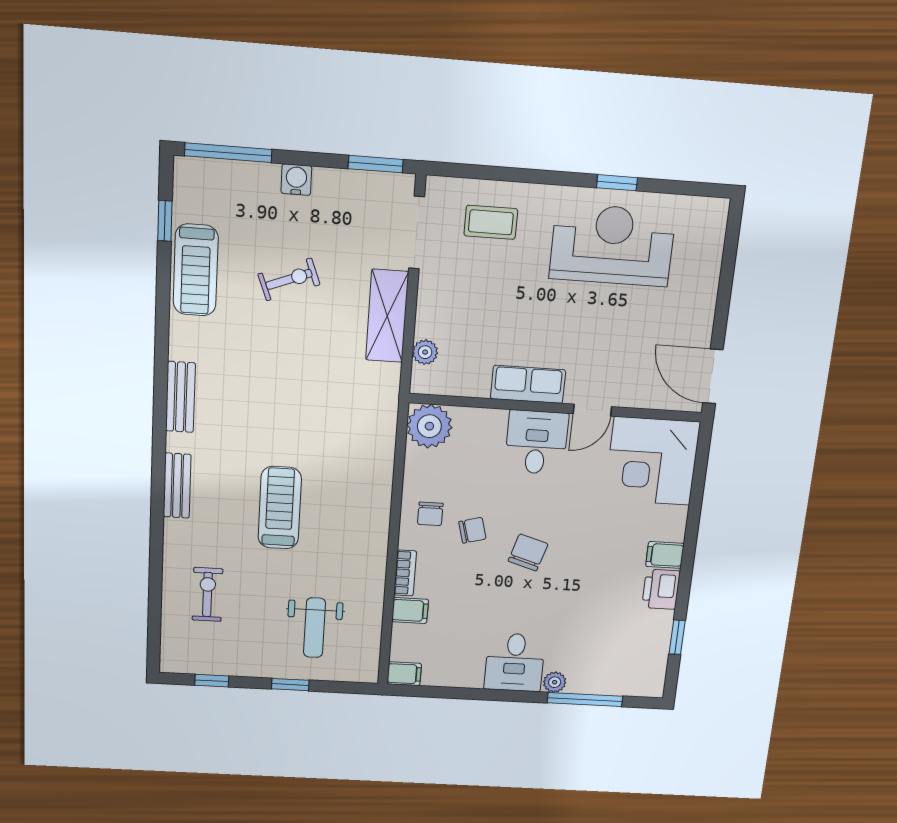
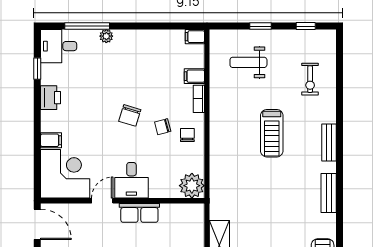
plant: (425, 352) -> (197, 227), removed
filing cabinet: (665, 555) -> (51, 140), moved
weight bench: (314, 628) -> (248, 62), turned -90
desk: (515, 662) -> (59, 46), moved, turned -90

